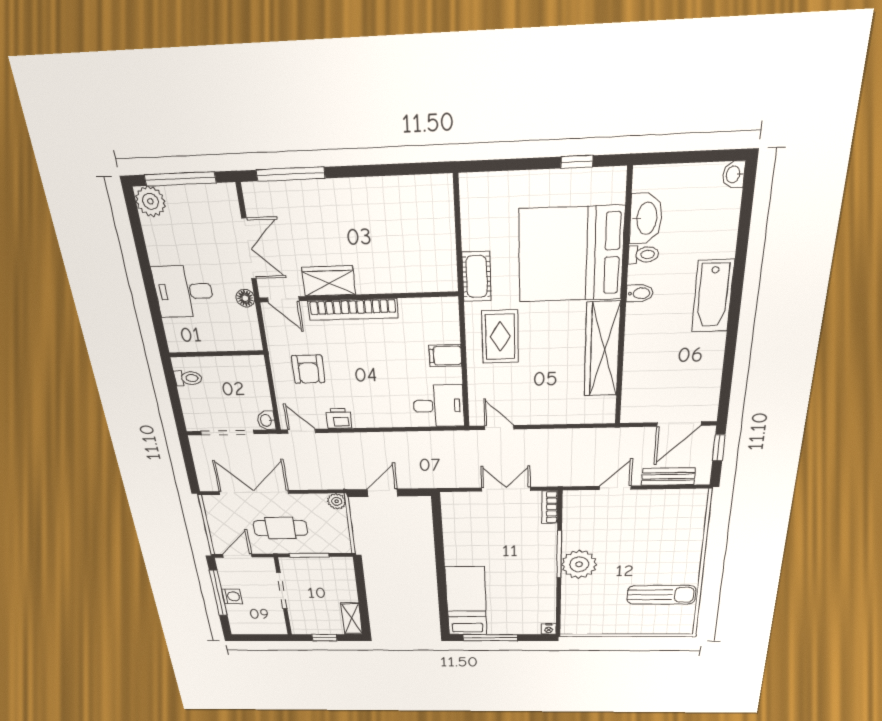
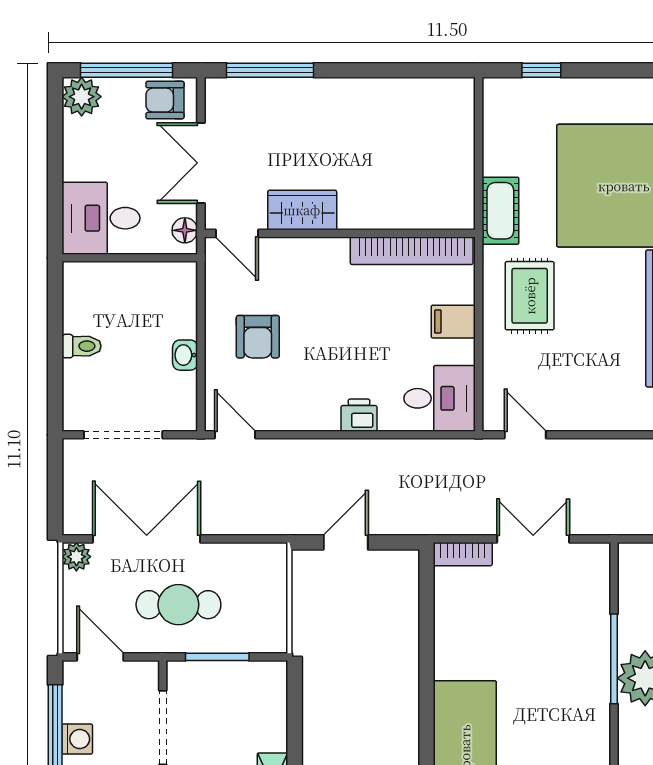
window: (577, 162) -> (541, 70), moved
armchair: (214, 201) -> (165, 100), added
double door: (249, 249) -> (201, 163), swing flipped
bookcase: (353, 309) -> (412, 251), moved
wall: (216, 354) -> (130, 258), moved
printer: (339, 418) -> (359, 415), moved
washbasin: (266, 420) -> (185, 355), moved
plant: (337, 501) -> (76, 557), moved
bookcase: (550, 507) -> (463, 554), moved, turned -90
door: (237, 556) -> (100, 657), hinge flipped

